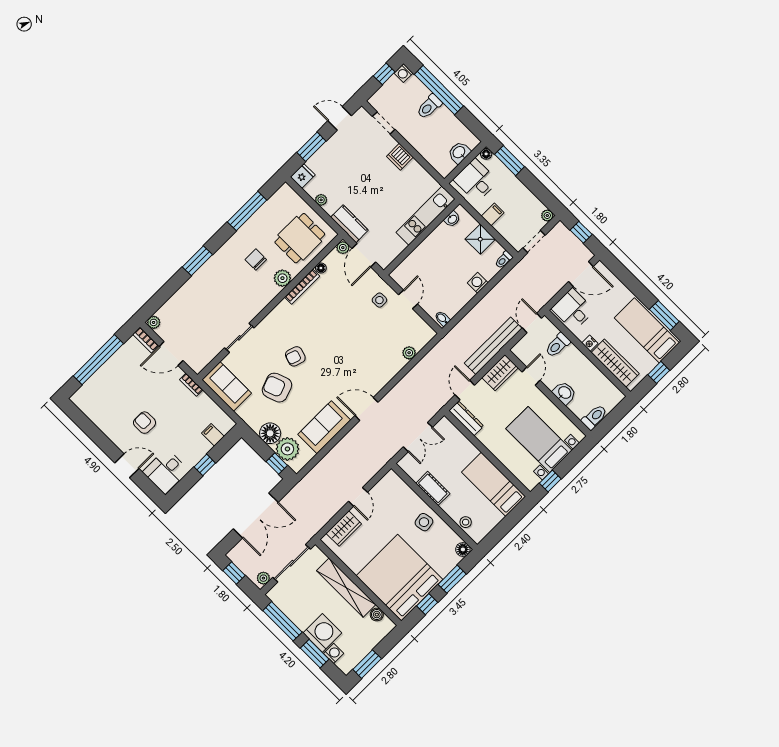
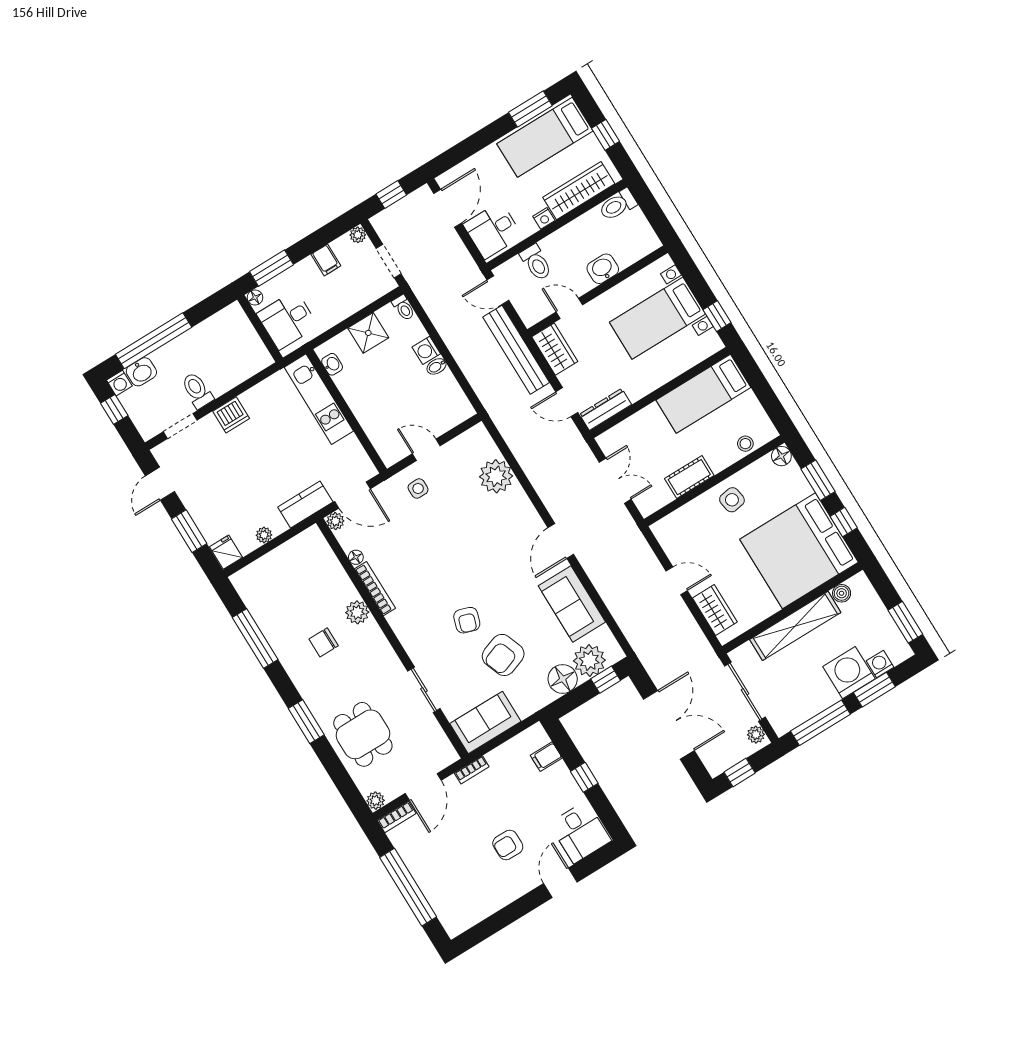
toilet: (429, 107) -> (197, 390), moved, turned 180
washbasin: (459, 152) -> (141, 372), moved, turned -90
filing cabinet: (493, 214) -> (326, 260), moved, turned 180
dining table: (300, 238) -> (363, 734), moved
bidet: (442, 318) -> (436, 366), moved
plant: (409, 353) -> (496, 476), width x1.88, depth x1.88
toilet: (594, 417) -> (618, 205), moved, turned -90

